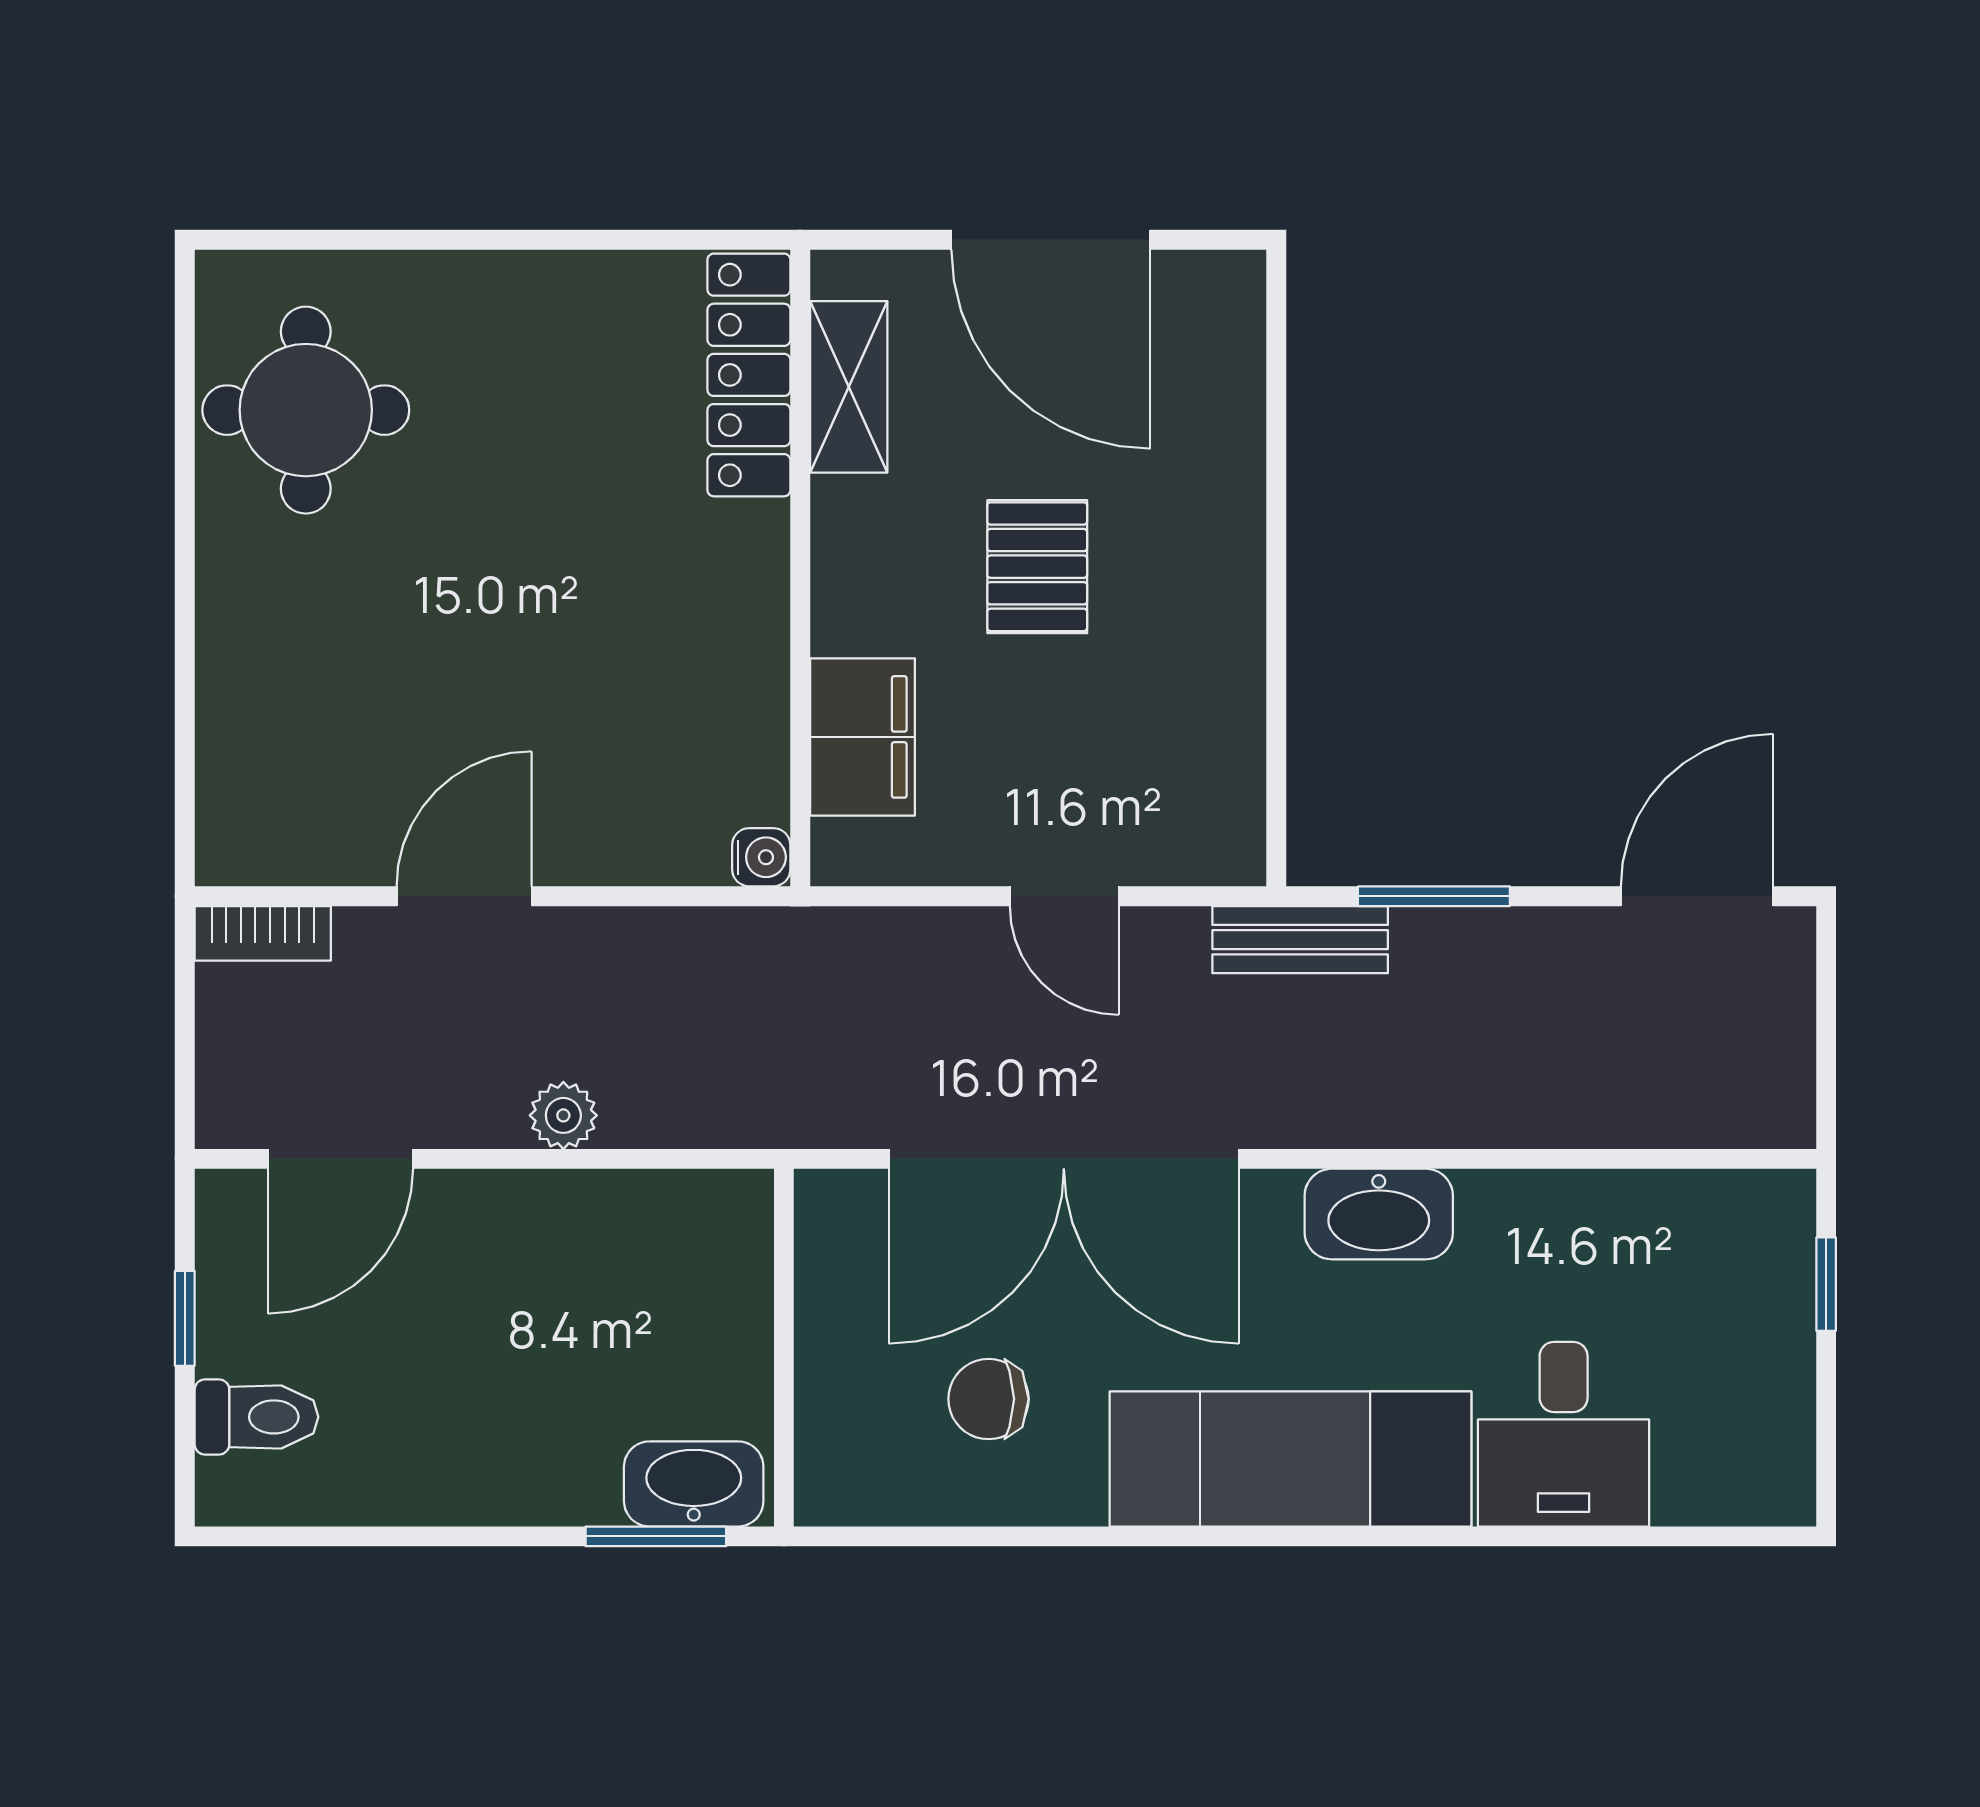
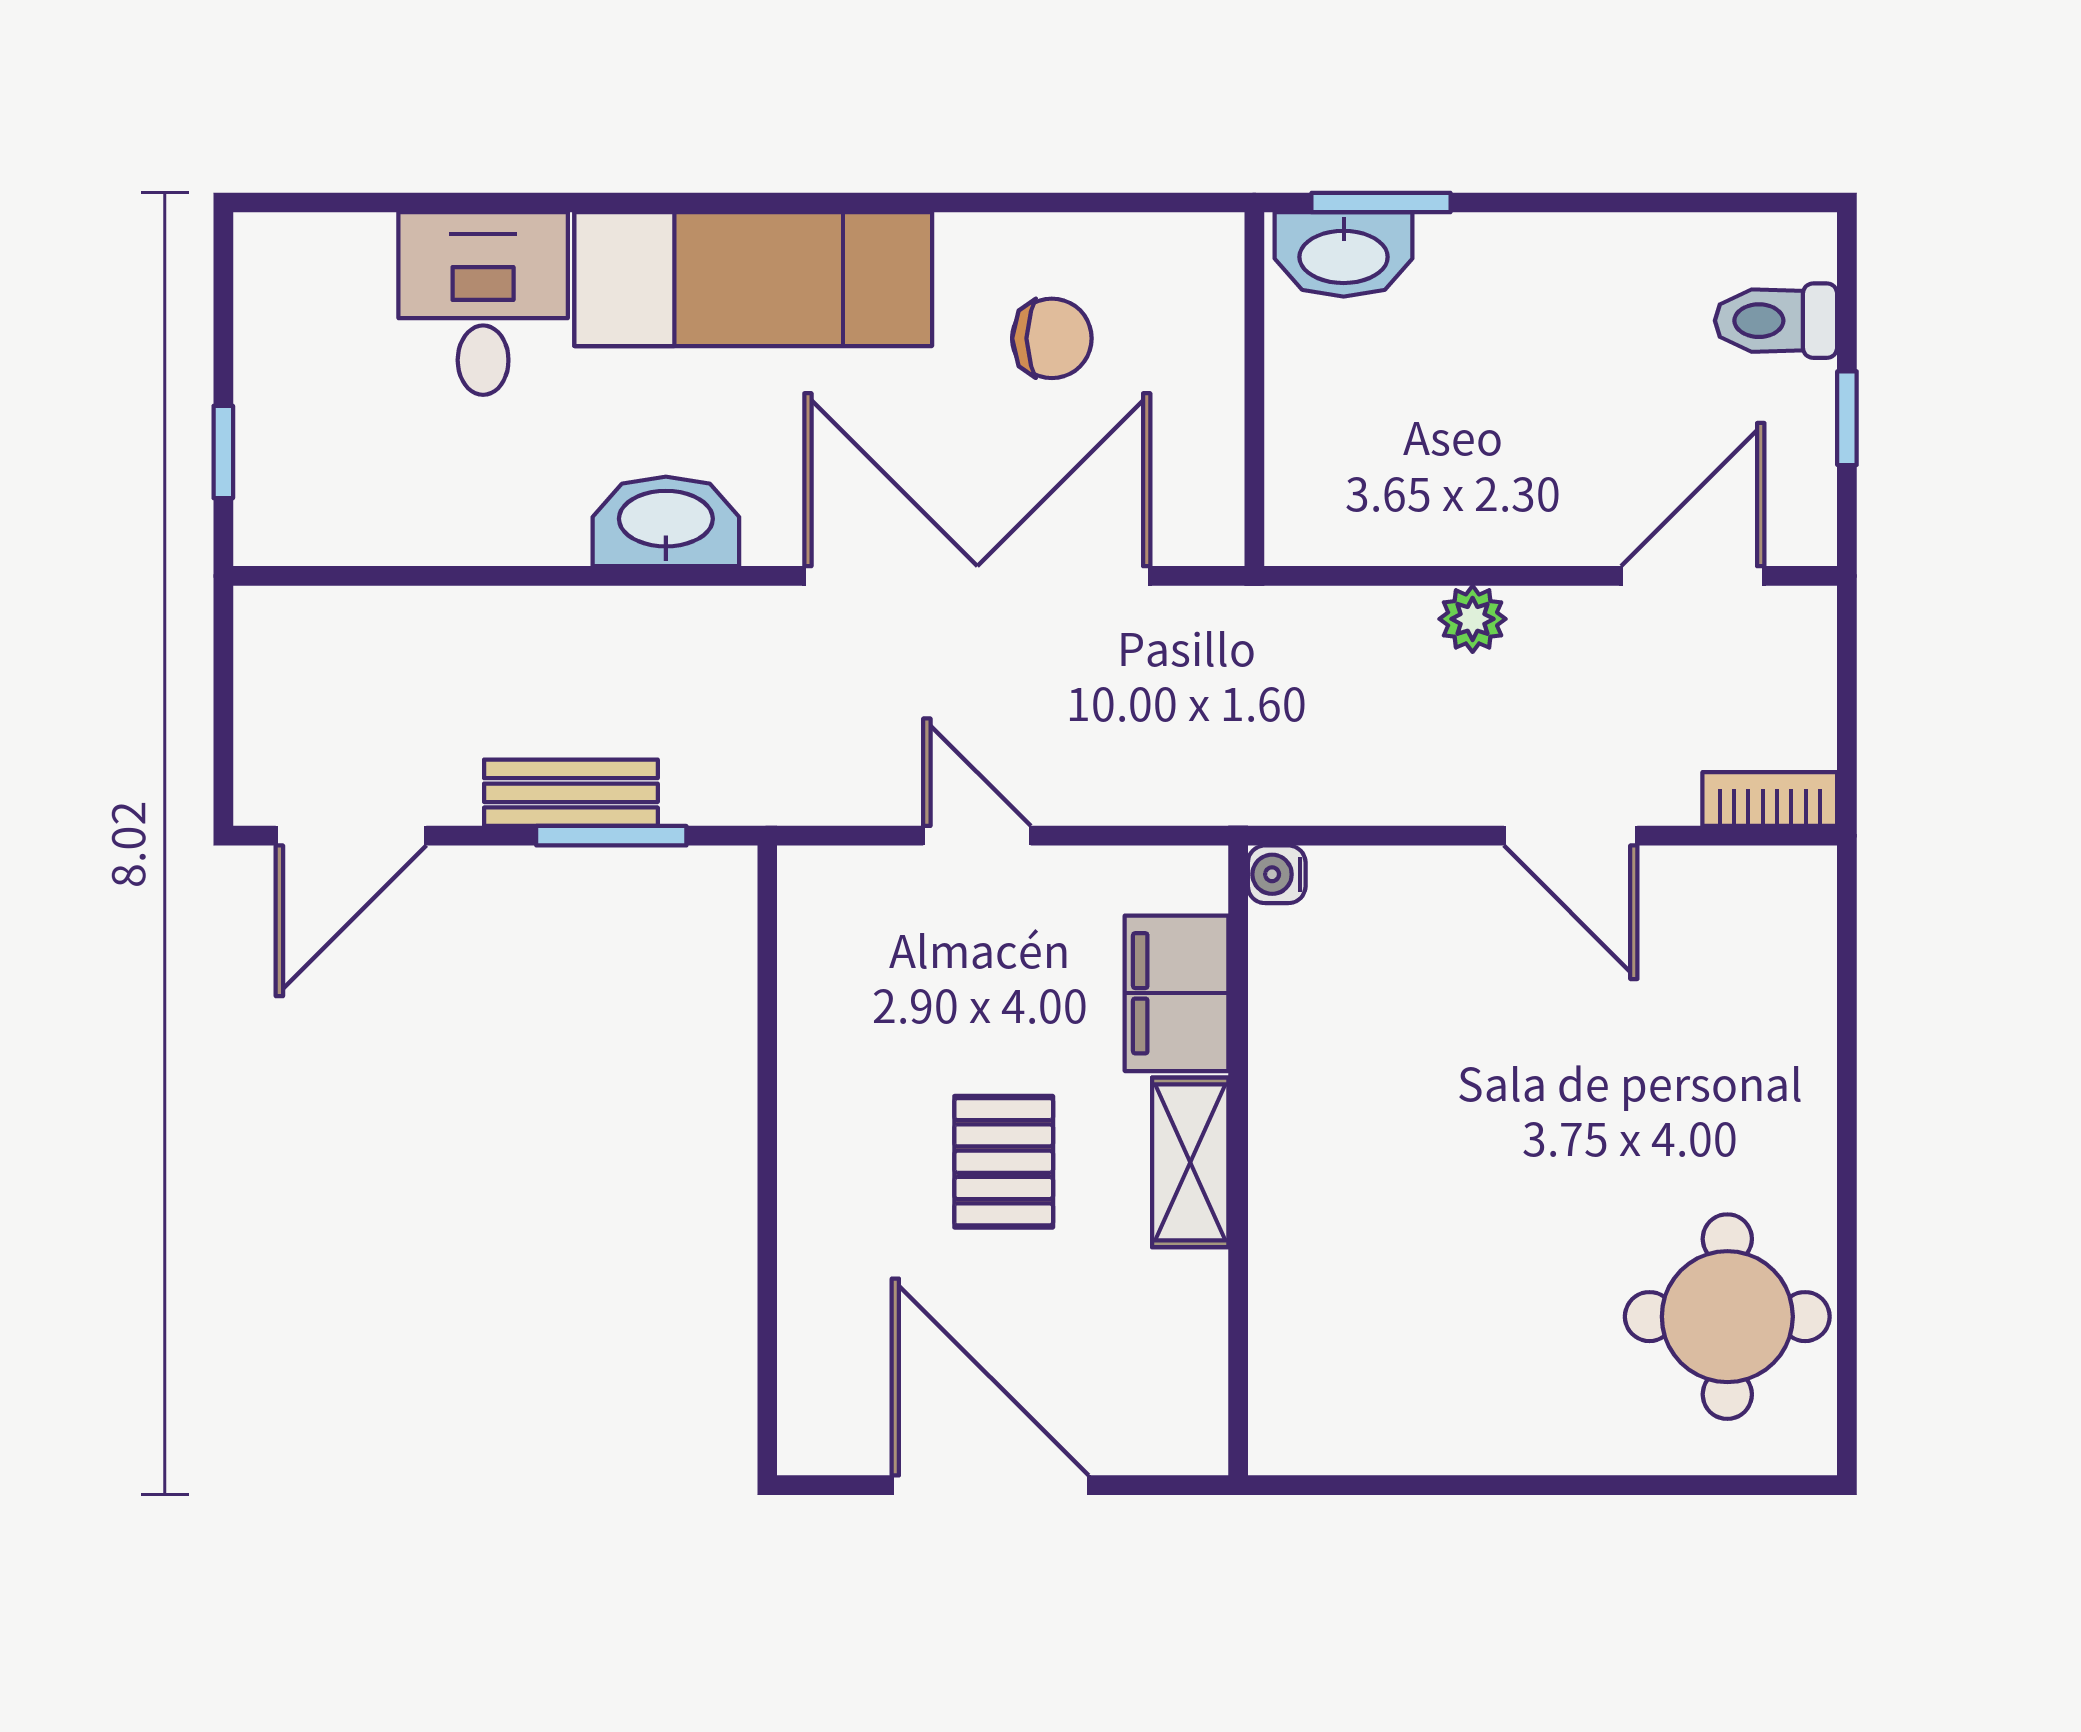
locker: (749, 375) -> (1289, 1351), removed
shelving: (849, 387) -> (1190, 1162), moved
door: (464, 896) -> (1571, 836), hinge flipped
bench: (1300, 940) -> (571, 793), moved

